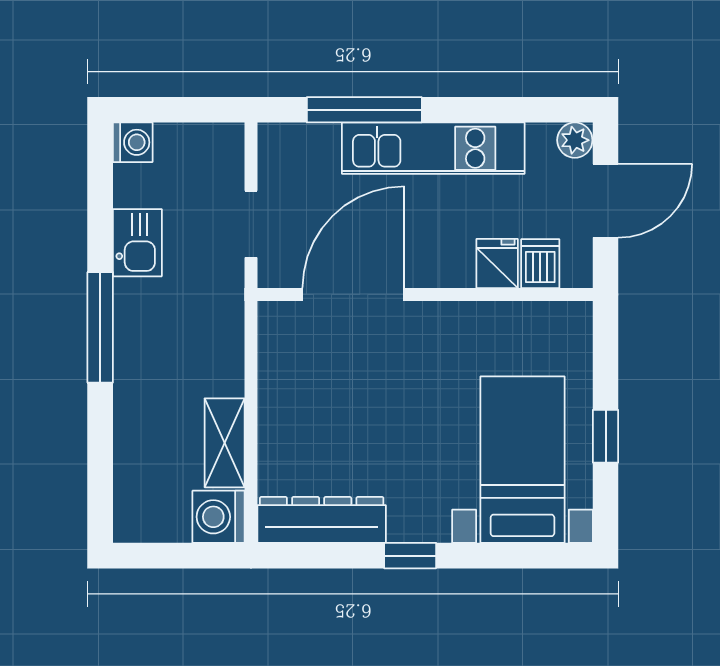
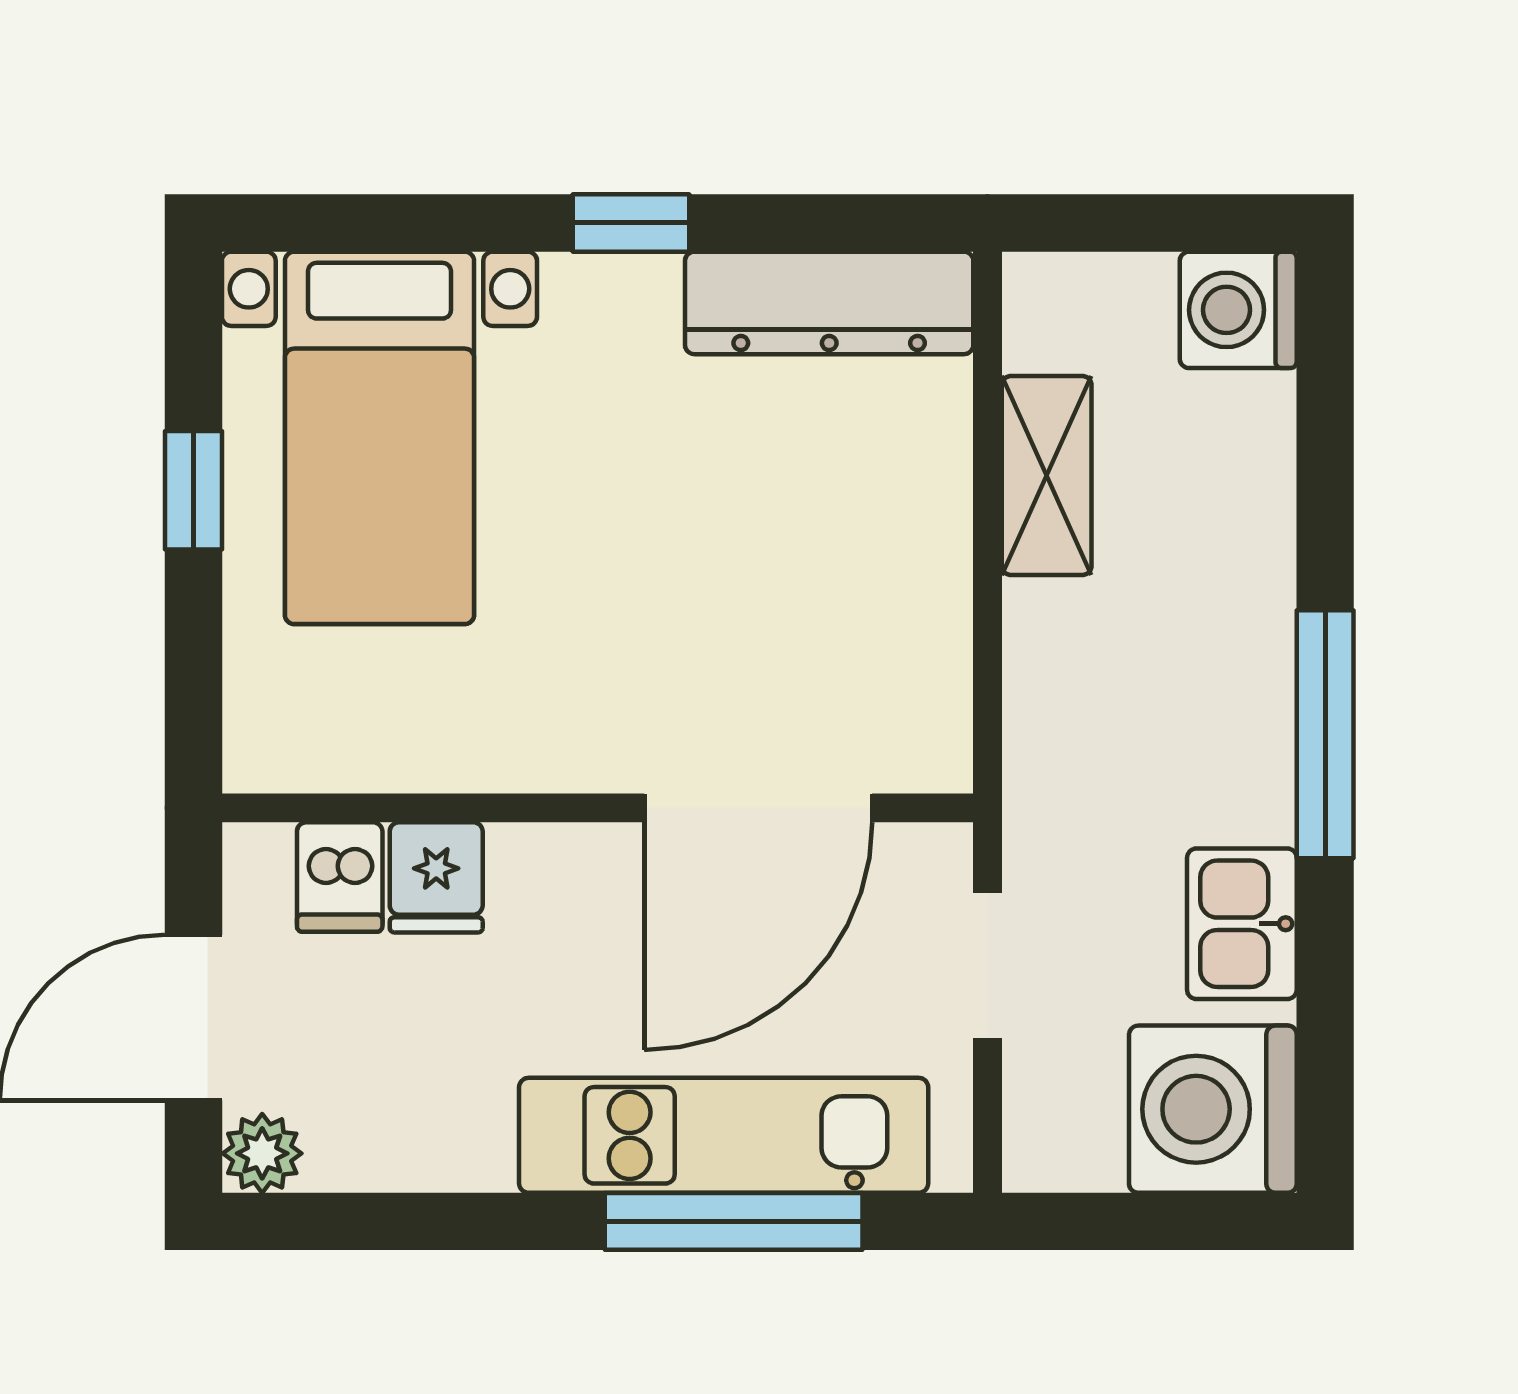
washing machine: (133, 142) -> (1213, 1109), width x1.89, depth x1.89
kitchen unit: (433, 148) -> (724, 1135), moved
washing machine: (219, 517) -> (1238, 310), moved, turned 180

